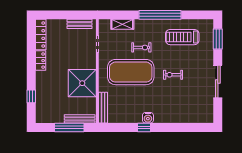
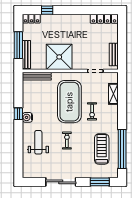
window: (160, 15) -> (122, 149), moved
locker: (41, 61) -> (31, 19), moved
weight bench: (175, 106) -> (38, 142), added

